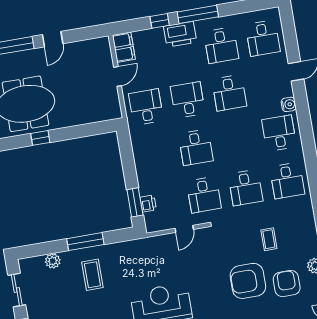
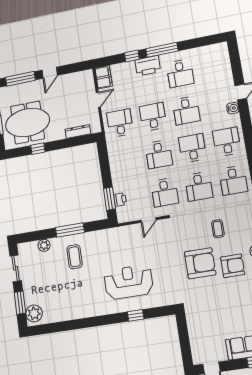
desk: (263, 38) -> (192, 148), moved, turned 180
water cooler: (289, 104) -> (233, 108), moved
dresser: (92, 117) -> (78, 131), added
armchair: (248, 281) -> (200, 263), turned 180
armchair: (287, 283) -> (233, 266), turned 90

